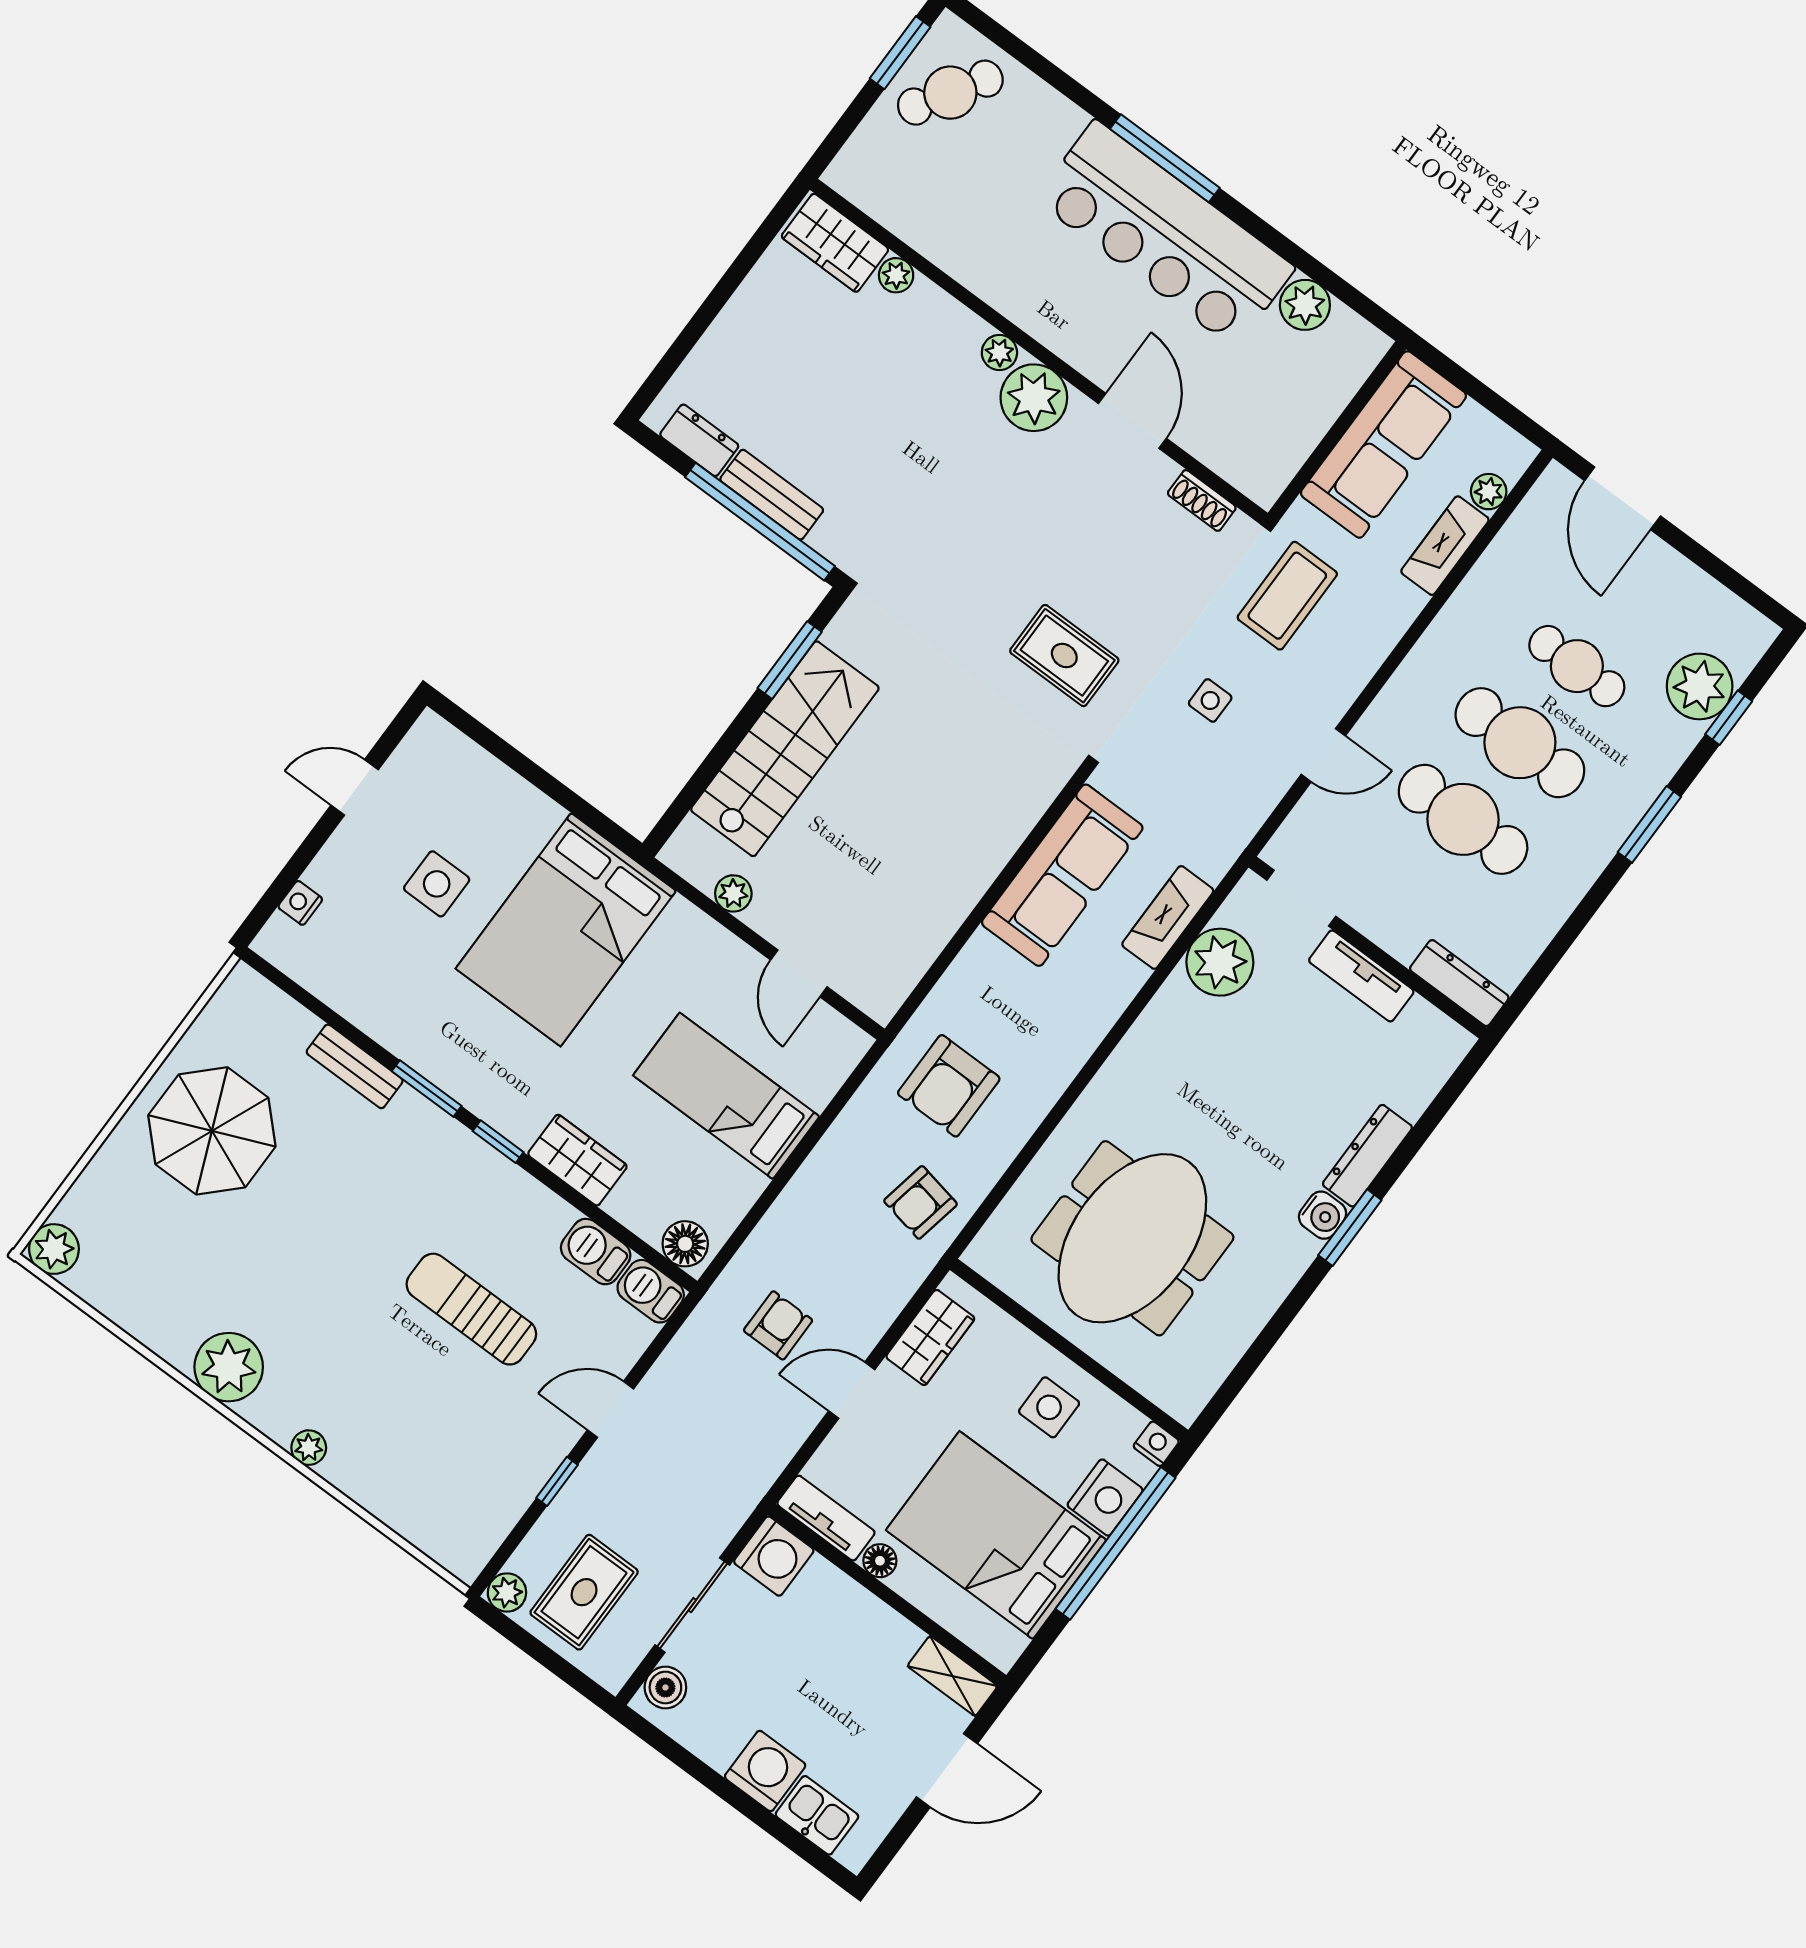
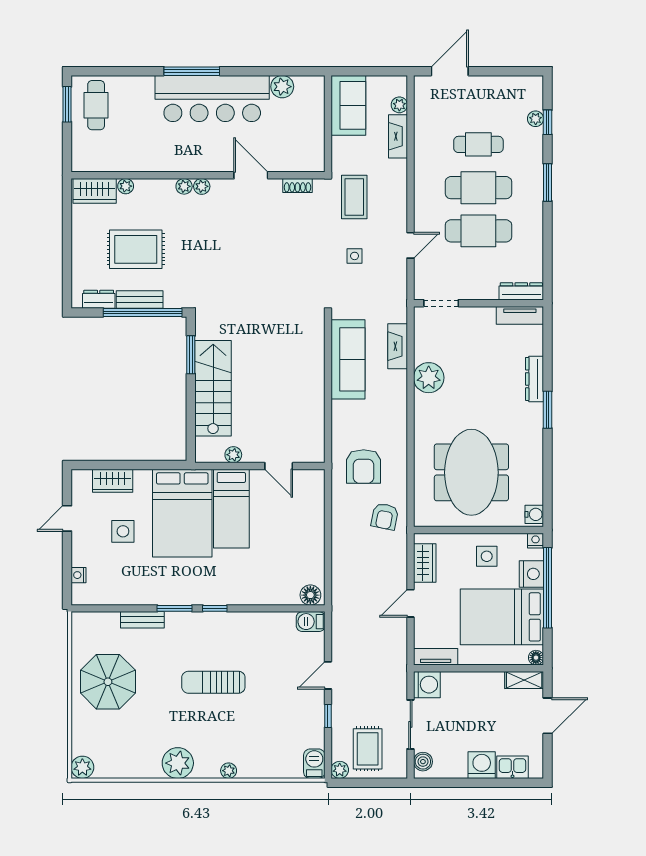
cafe table: (950, 93) -> (96, 105), turned -32
plant: (1034, 398) -> (202, 186), width x0.53, depth x0.53
sofa: (1383, 444) -> (348, 105), width x0.73
door: (1623, 498) -> (450, 71), swing flipped
rug: (1064, 656) -> (136, 249), moved, width x1.36, depth x1.43
plant: (1700, 686) -> (536, 119), width x0.53, depth x0.53
plant: (1220, 962) -> (429, 378), moved
tv unit: (1361, 976) -> (520, 315), moved
bed: (726, 1096) -> (231, 509), moved, turned -90
wardrobe: (577, 1160) -> (113, 481), moved, turned 180
water cooler: (1323, 1215) -> (534, 514), moved
barbecue: (596, 1252) -> (314, 764), moved, turned 90
sun lounger: (471, 1309) -> (213, 682), moved
armchair: (778, 1325) -> (366, 600), removed
floor lamp: (880, 1561) -> (536, 658), moved

